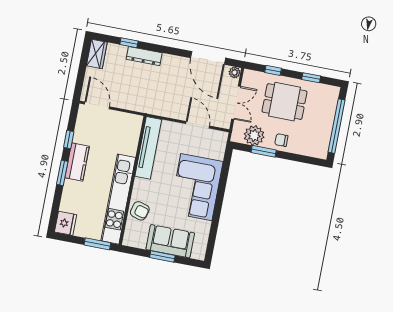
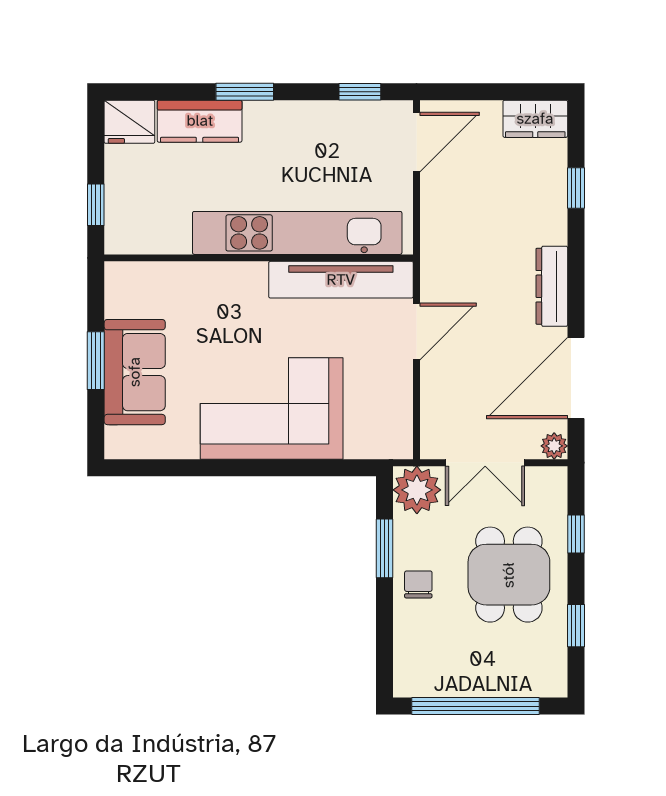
dresser: (144, 56) -> (552, 286), moved
door: (198, 125) -> (416, 331), moved
plant: (254, 135) -> (417, 490), moved
window: (69, 140) -> (360, 92), moved
kitchen counter: (77, 162) -> (200, 121), moved
kitchen unit: (118, 199) -> (297, 233), moved
armchair: (140, 211) -> (191, 288), removed
window: (97, 244) -> (96, 205), width x0.67

